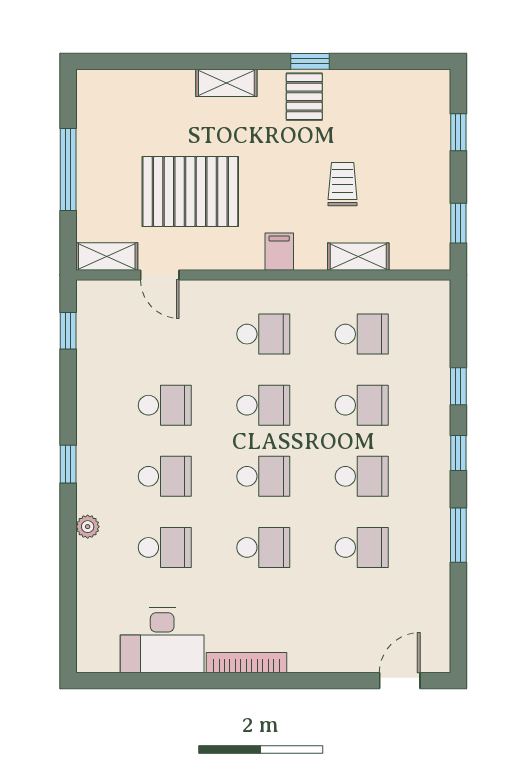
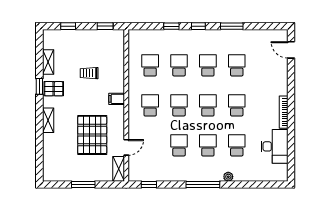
window: (68, 170) -> (83, 185), width x0.69
shelving: (358, 257) -> (48, 62), moved
window: (68, 464) -> (203, 185), width x2.17

